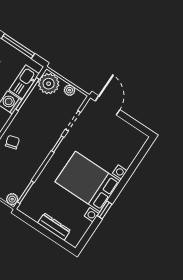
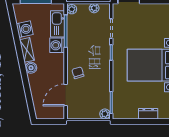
plant: (49, 84) -> (72, 9), width x0.53, depth x0.53
dresser: (54, 227) -> (148, 114), width x0.70

